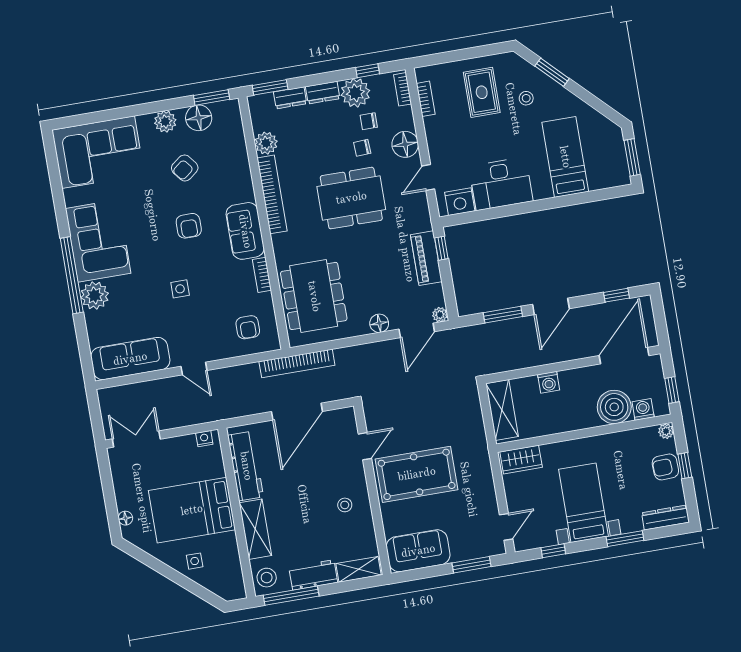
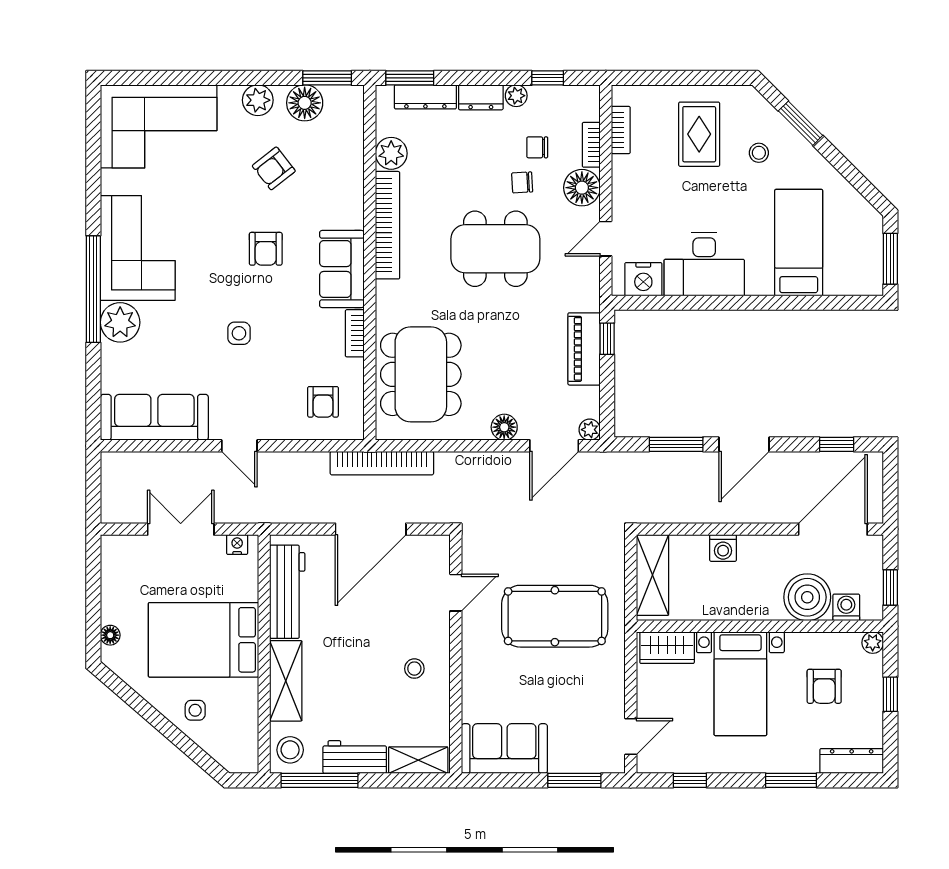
bookcase: (403, 89) -> (591, 145), moved
plant: (355, 93) -> (516, 96), width x0.53, depth x0.53
dresser: (290, 98) -> (425, 97), width x1.44
double door: (136, 439) -> (181, 529), moved
armchair: (665, 467) -> (824, 686), moved, turned -88
pool table: (417, 474) -> (555, 616), moved
bed with nightstands: (584, 503) -> (740, 684), moved, turned 180

